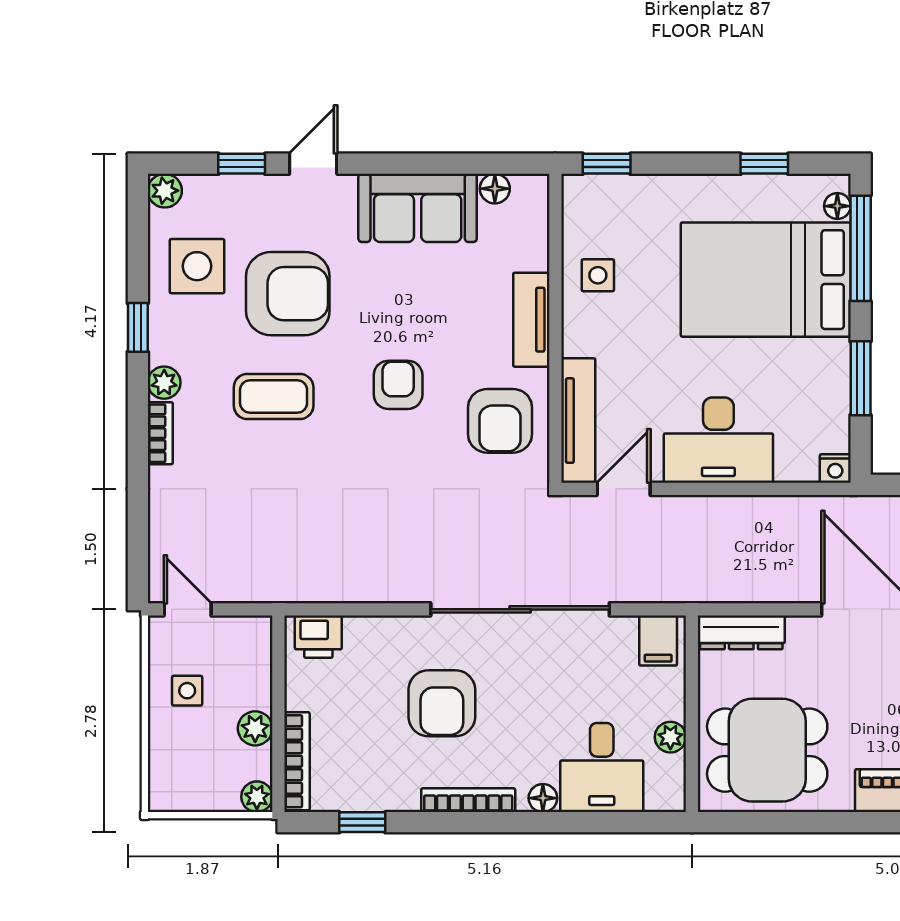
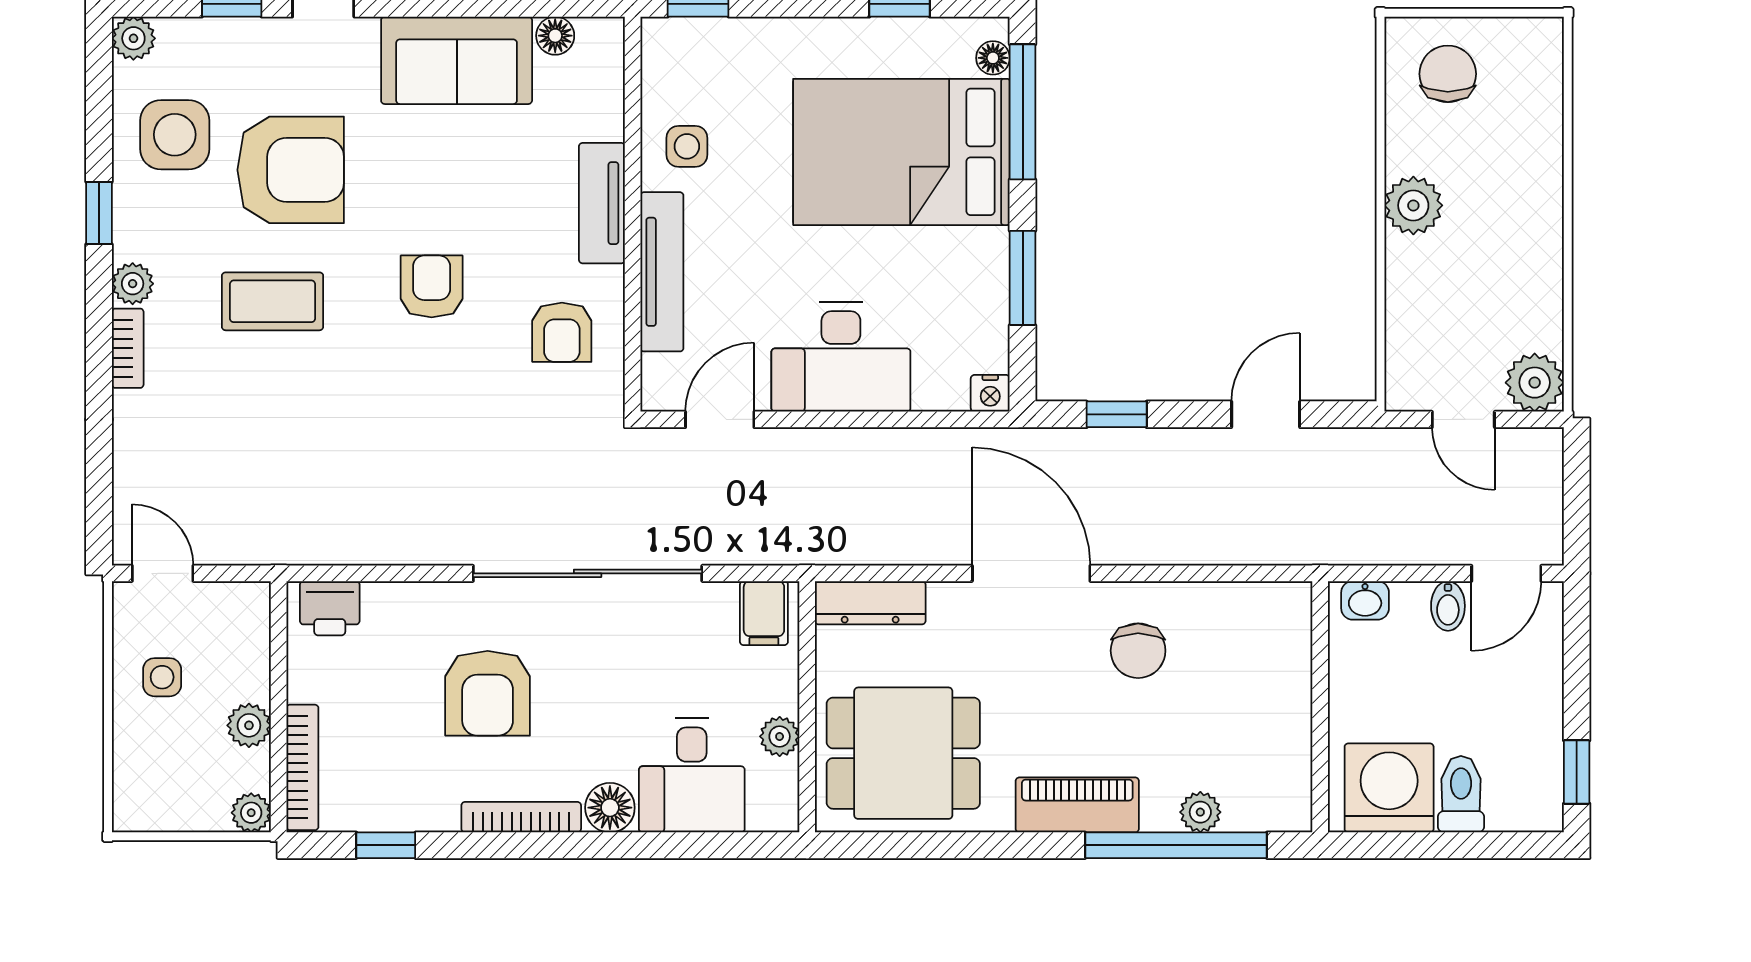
armchair: (500, 421) -> (562, 332), width x0.72, depth x0.72
tv unit: (578, 421) -> (662, 272), moved
floor lamp: (543, 798) -> (610, 808), width x1.37, depth x1.37

